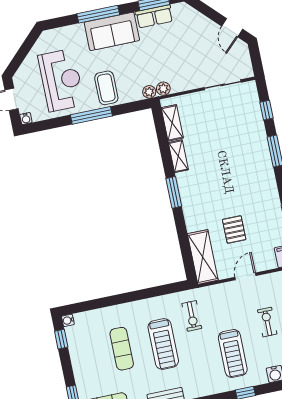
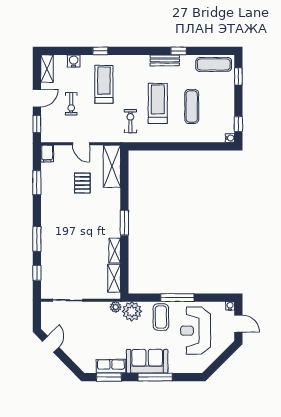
plant: (149, 92) -> (132, 311), width x1.88, depth x1.88
door: (245, 276) -> (81, 144), hinge flipped

